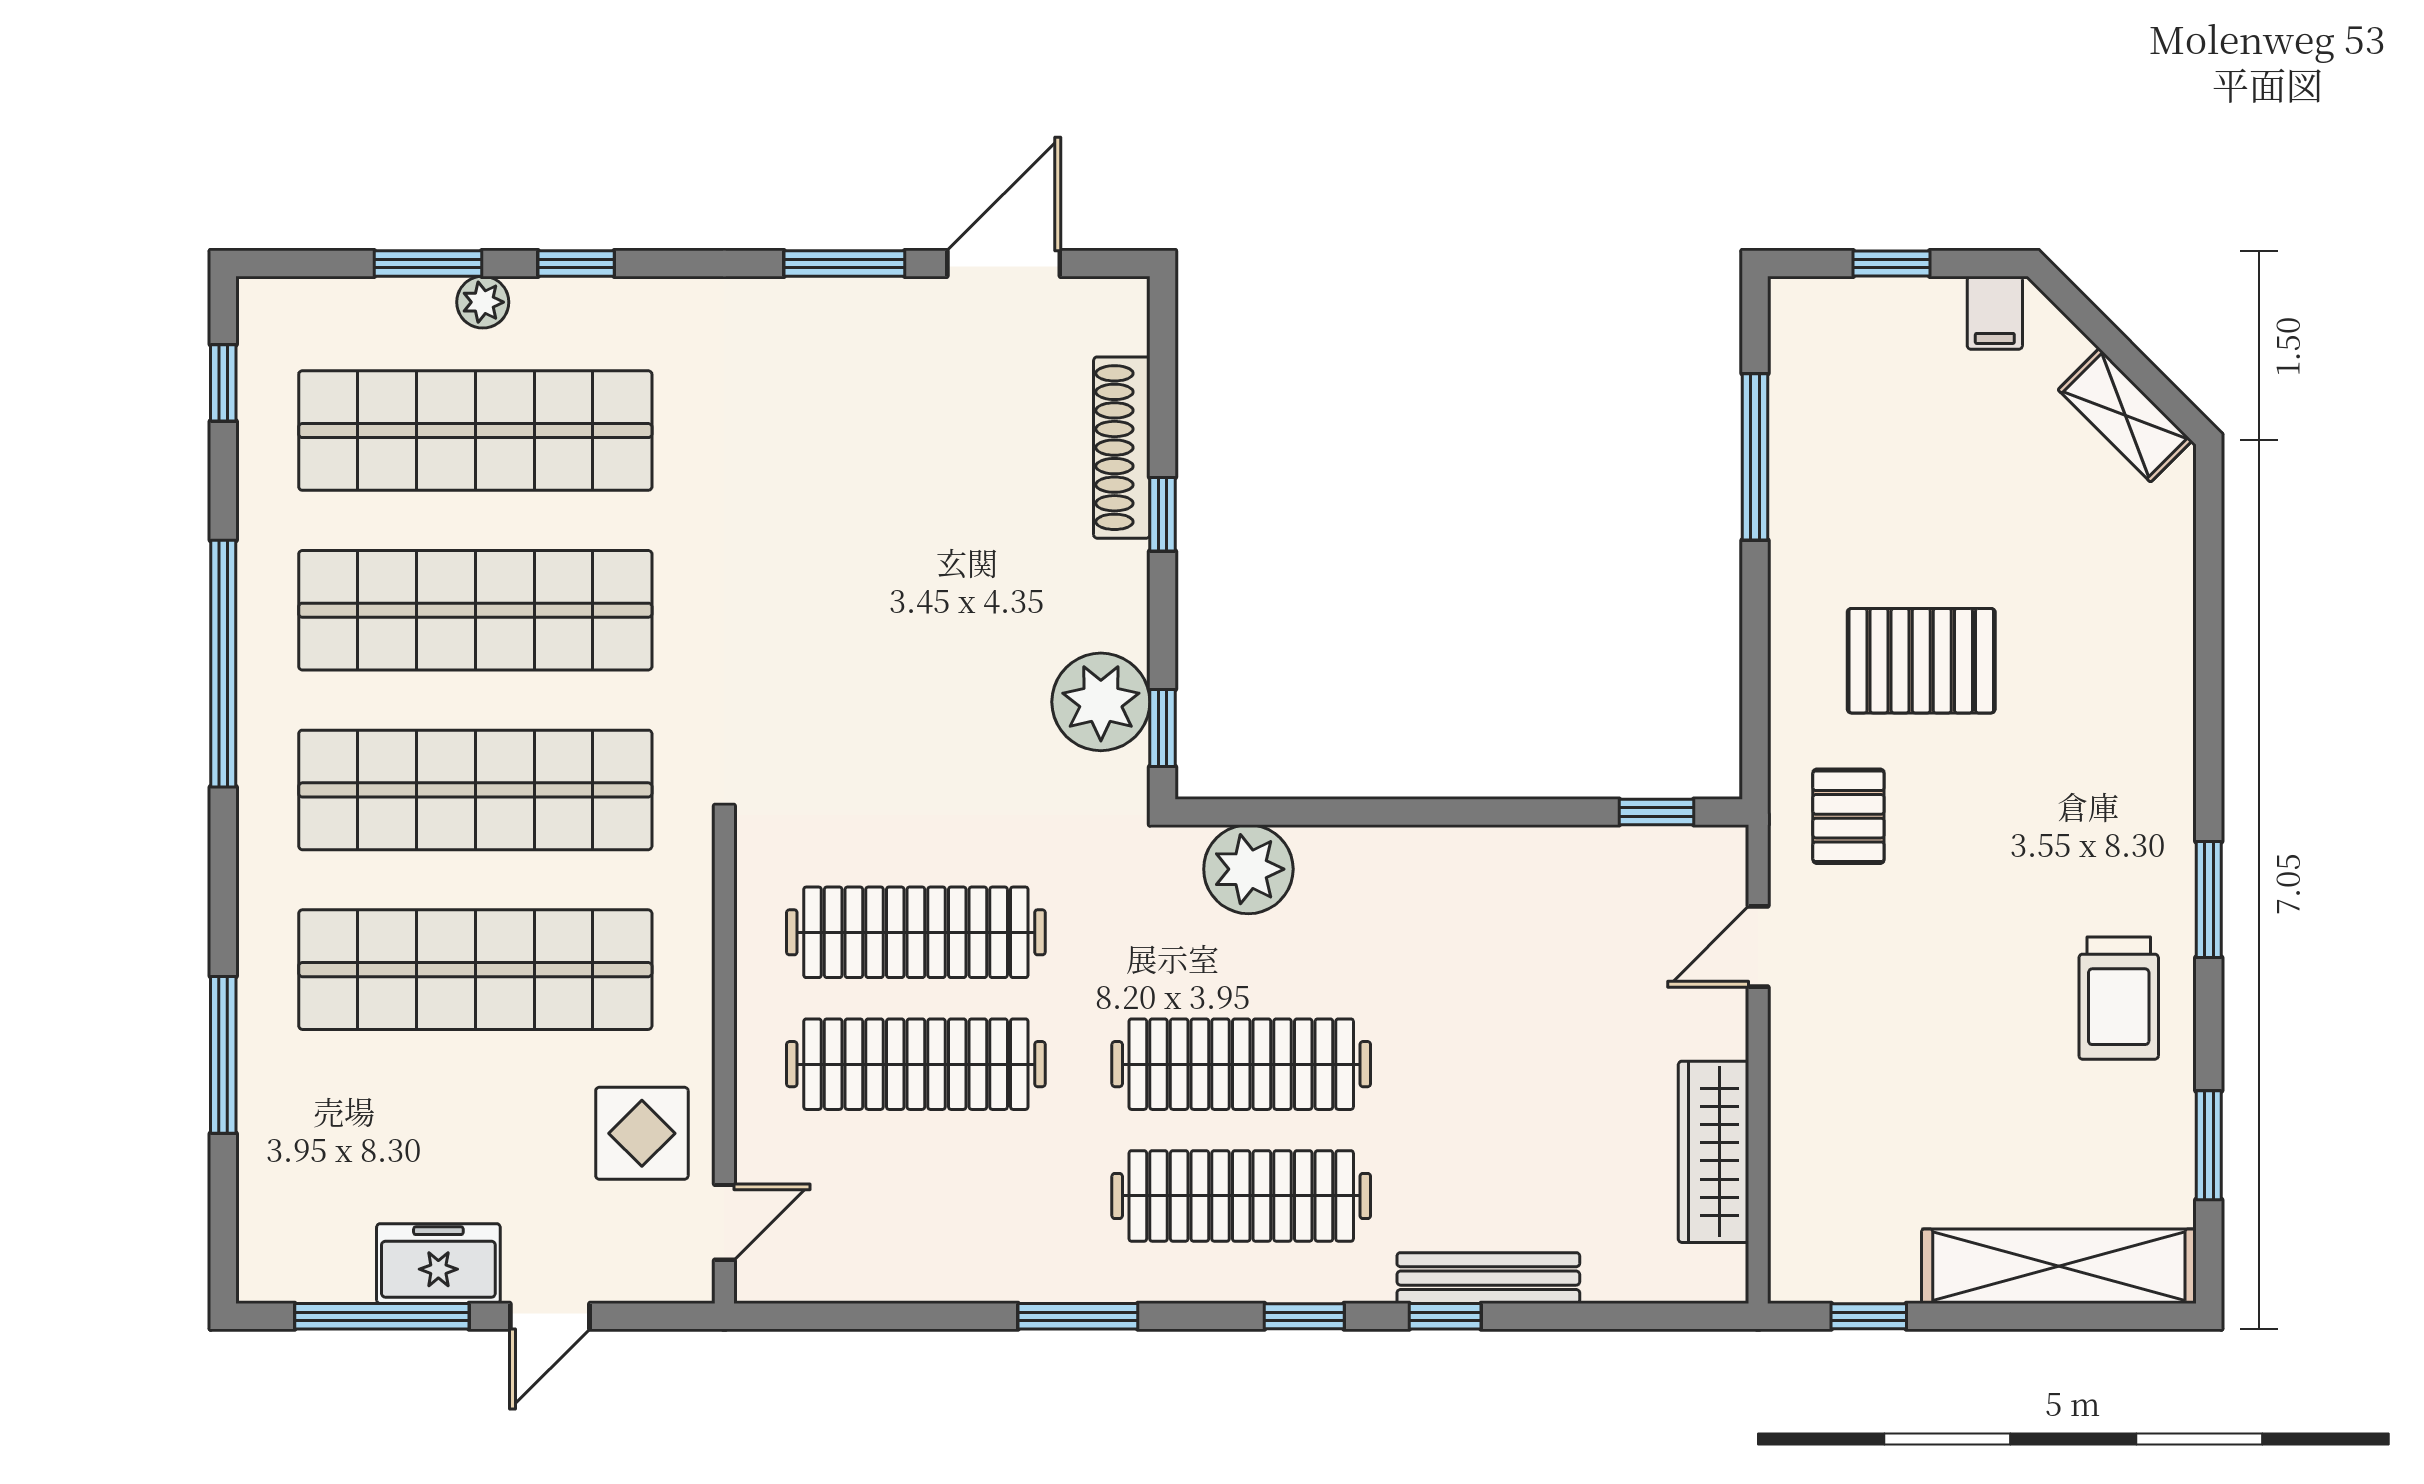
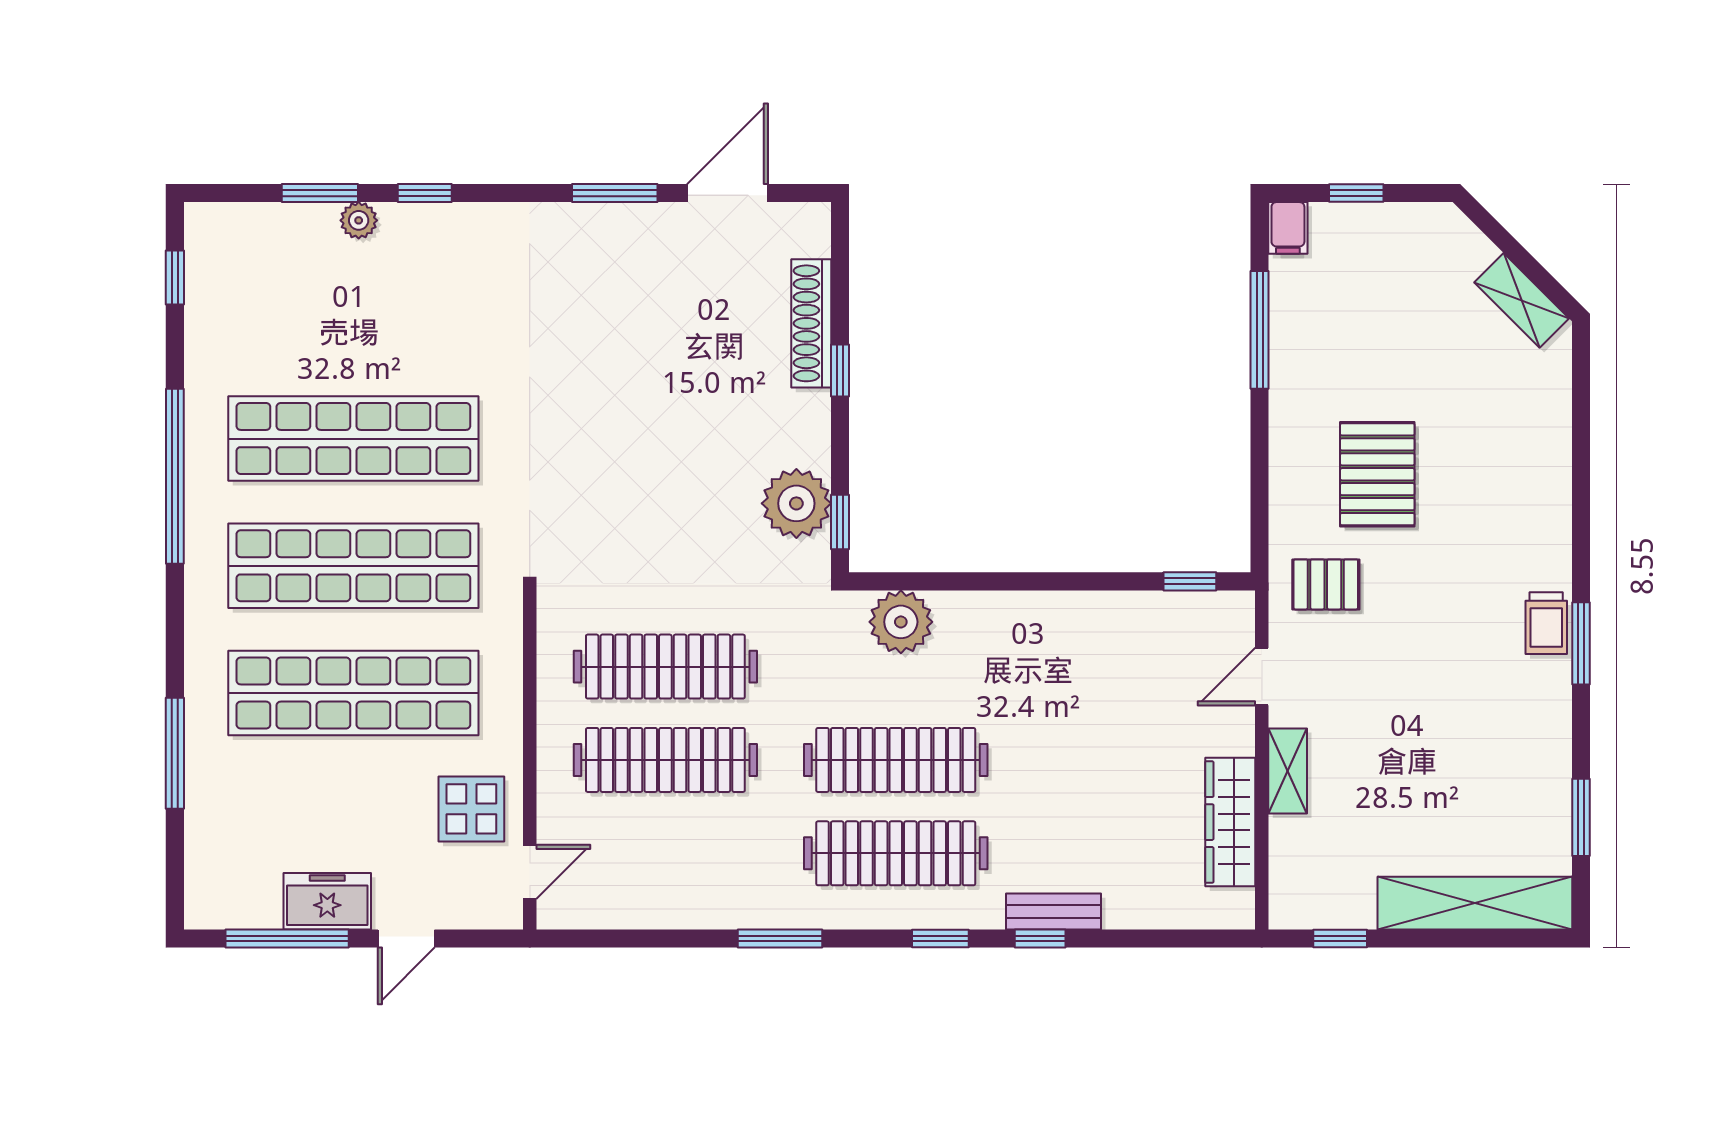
filing cabinet: (1995, 313) -> (1288, 228), moved
shop shelf: (475, 431) -> (353, 311), removed
pallet: (1921, 661) -> (1377, 474), turned 90
pallet: (1848, 816) -> (1326, 584), turned 90
trolley: (2119, 998) -> (1546, 623), moved, width x0.73, depth x0.72
shelving: (1795, 1080) -> (1288, 771), added
bench: (1488, 1278) -> (1054, 911), width x0.73

